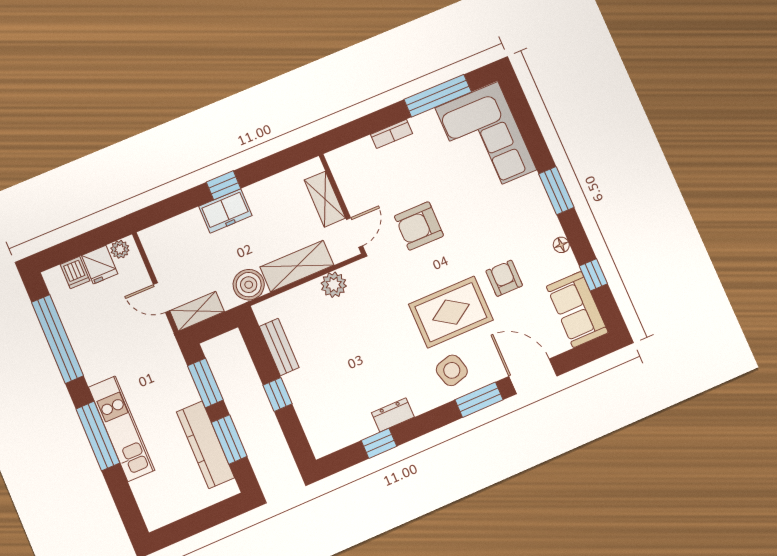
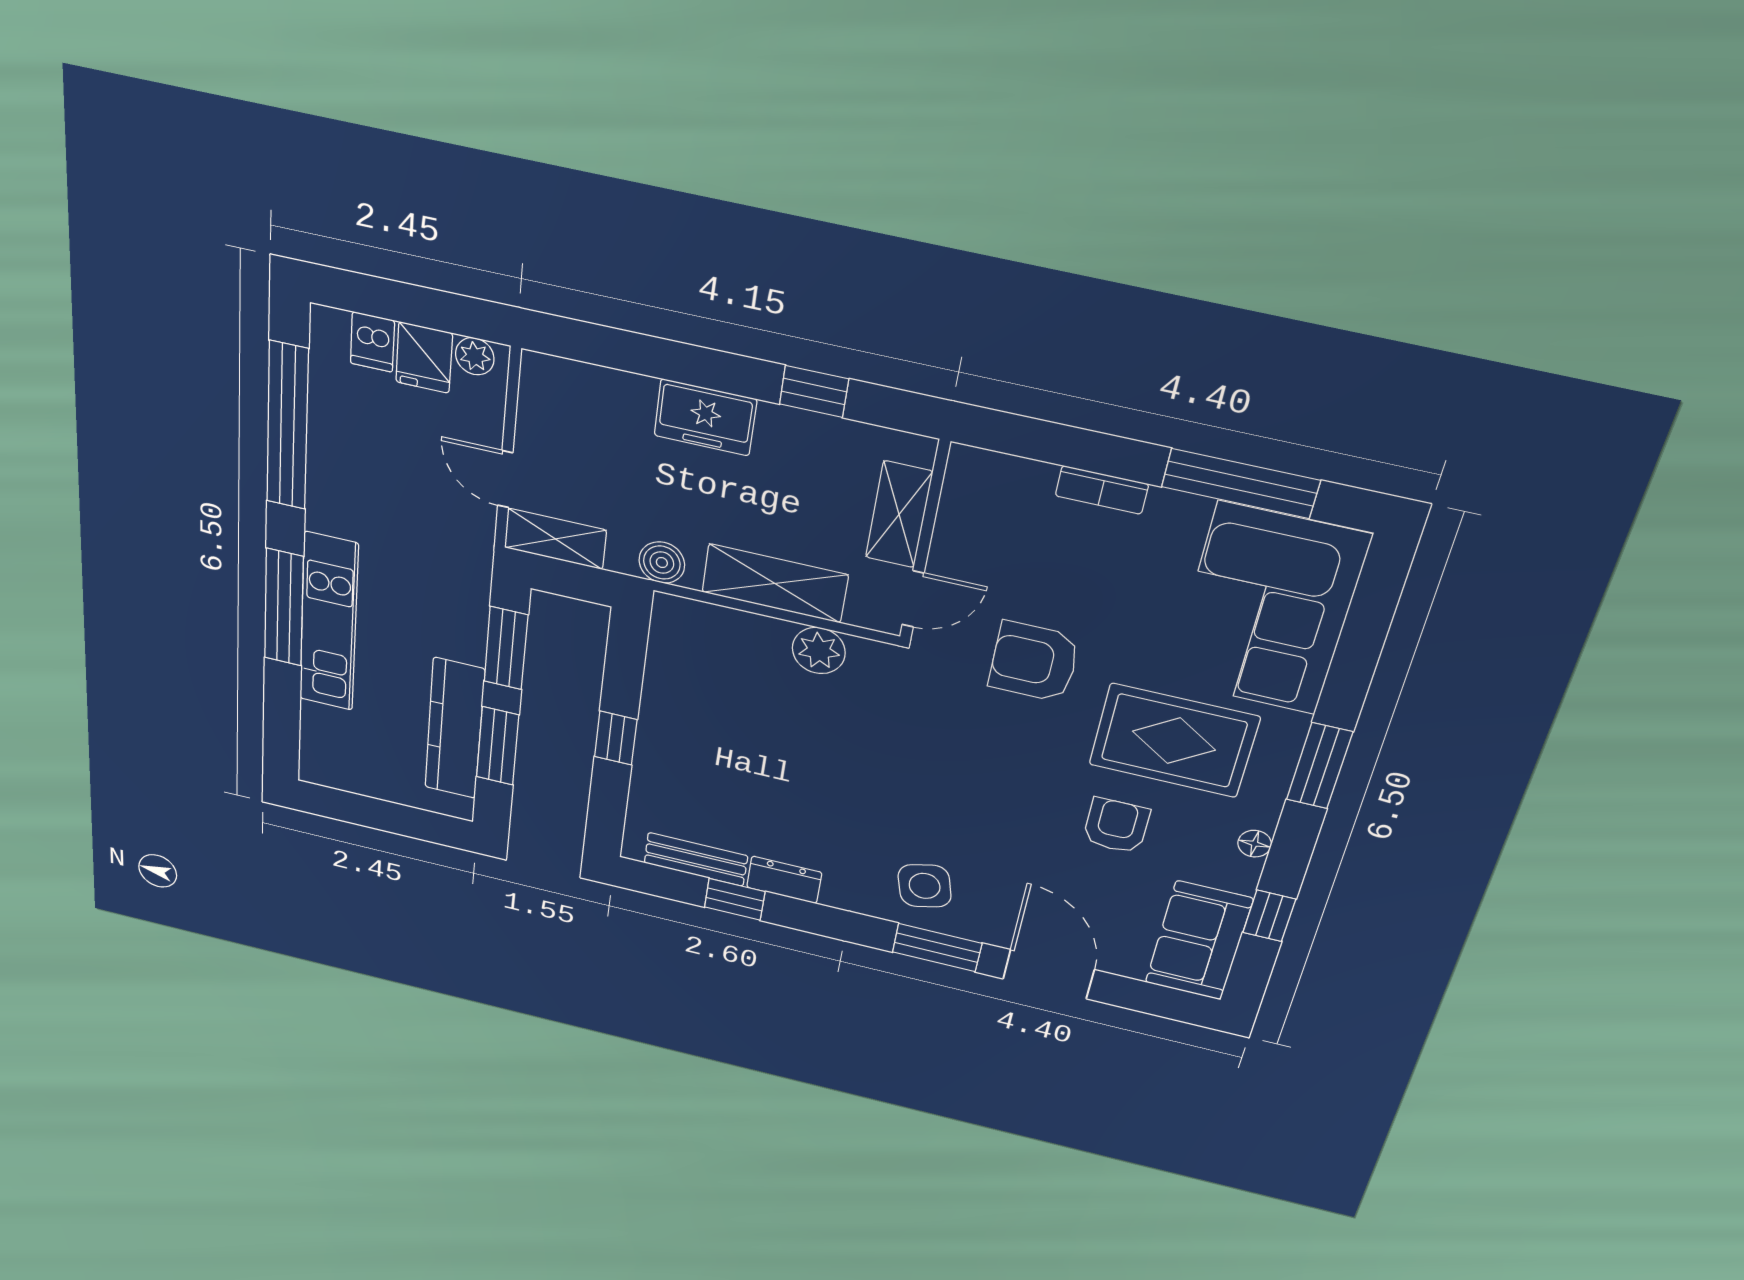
window: (224, 185) -> (814, 391), moved
boiler: (249, 285) -> (662, 563), width x0.73, depth x0.73
rug: (451, 312) -> (1174, 741), moved
bench: (279, 347) -> (696, 859), moved, turned 90

